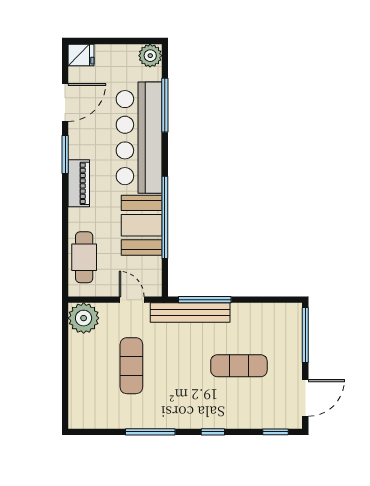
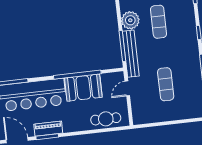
piano: (79, 183) -> (48, 129), moved
plant: (84, 318) -> (130, 20), moved
exercise mat: (131, 366) -> (166, 84), turned 90

